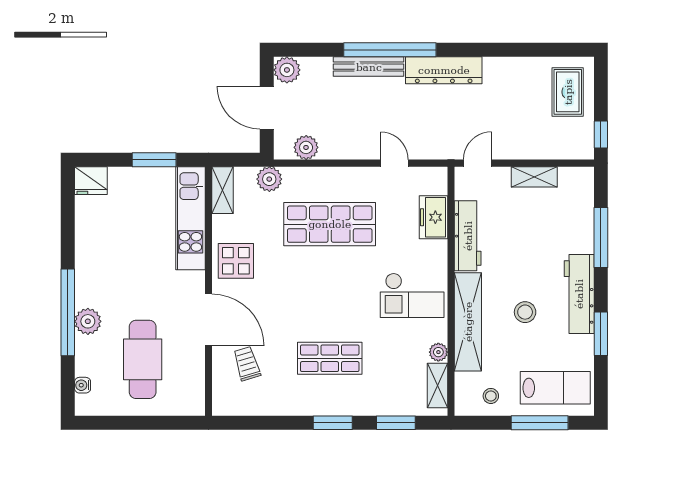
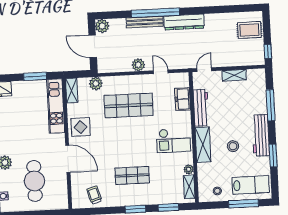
rug: (568, 92) -> (249, 30), turned 90
plant: (306, 147) -> (138, 65), moved
shelving: (468, 322) -> (203, 145), width x0.68
trolley: (247, 364) -> (94, 195), moved

